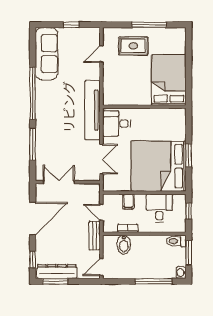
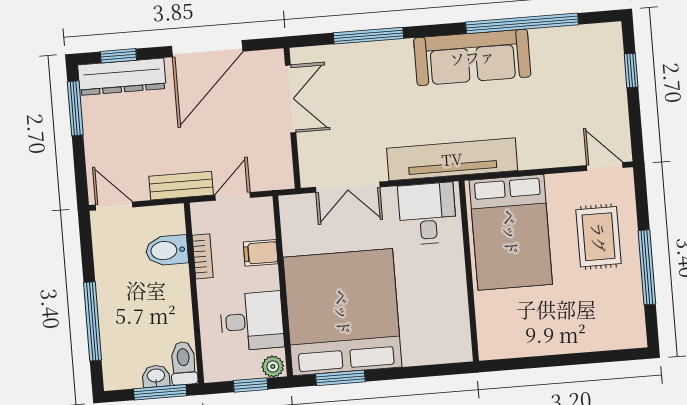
window: (71, 25) -> (631, 70), moved
sofa: (46, 54) -> (472, 57), moved
door: (101, 54) -> (605, 166), moved
bed: (169, 80) -> (511, 232), moved, turned 90
window: (33, 93) -> (522, 23), moved
window: (189, 155) -> (340, 378), moved
plant: (181, 200) -> (273, 366), added
door: (33, 219) -> (207, 49), hinge flipped
dresser: (57, 272) -> (122, 77), moved, turned 90
washbasin: (181, 273) -> (156, 376), moved

